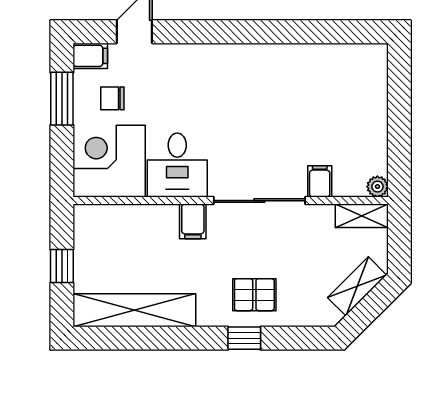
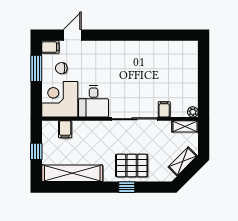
filing cabinet: (193, 221) -> (65, 129), moved
pallet: (254, 295) -> (132, 166), width x1.50, depth x1.42

